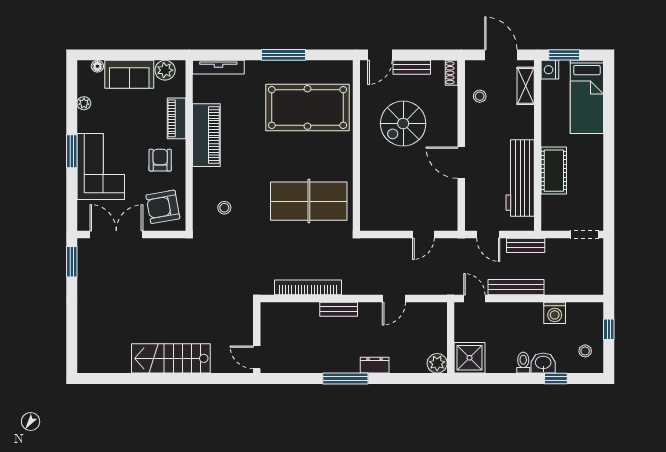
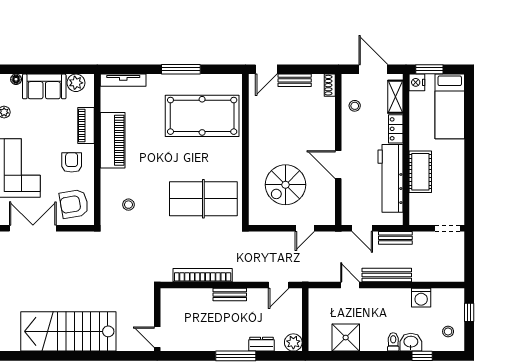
locker: (526, 122) -> (396, 129), added
spiral stairs: (403, 124) -> (286, 185), moved
wall: (451, 338) -> (305, 320), moved
stairs: (171, 358) -> (68, 331), width x1.36, depth x1.51
plant: (437, 363) -> (293, 342), moved

